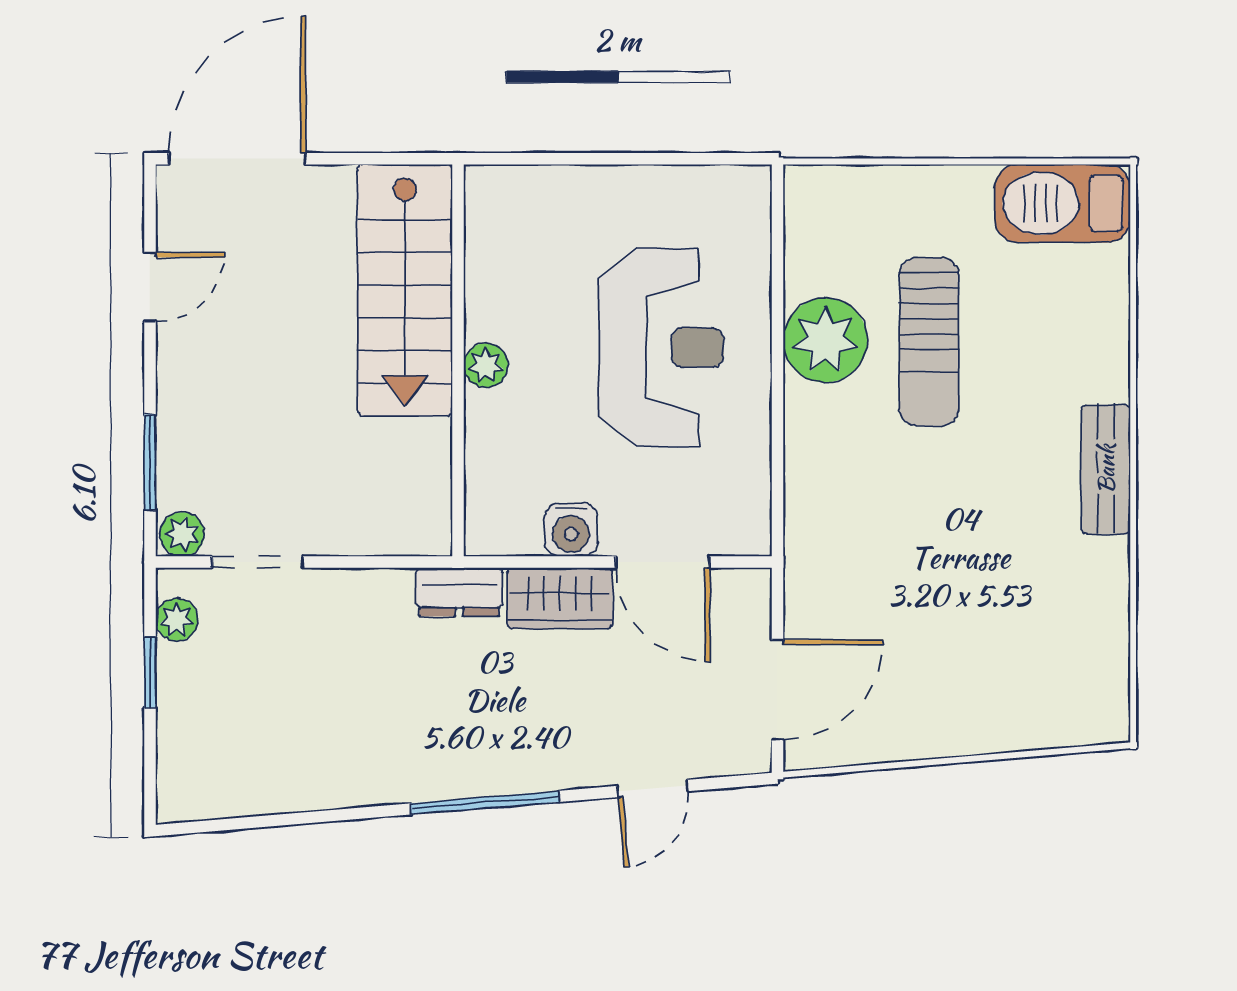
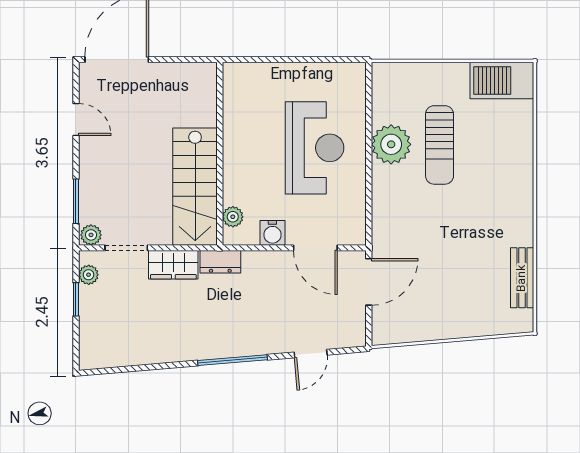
door: (150, 287) -> (76, 119), hinge flipped
stairs: (405, 290) -> (195, 187), moved
plant: (486, 365) -> (233, 217), moved
bench: (1106, 469) -> (522, 278), moved
wardrobe: (560, 598) -> (173, 265), moved
door: (777, 690) -> (369, 282), moved

